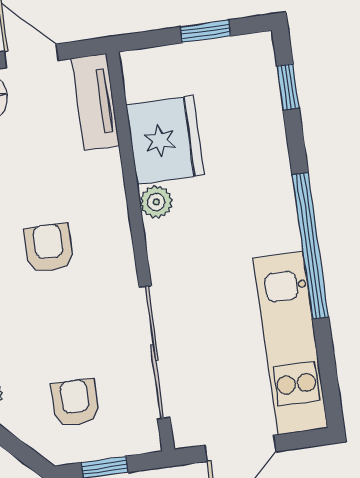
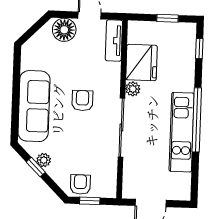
kitchen unit: (291, 343) -> (182, 132), moved
sliding door: (155, 352) -> (121, 127), moved
armchair: (75, 402) -> (80, 184), moved

